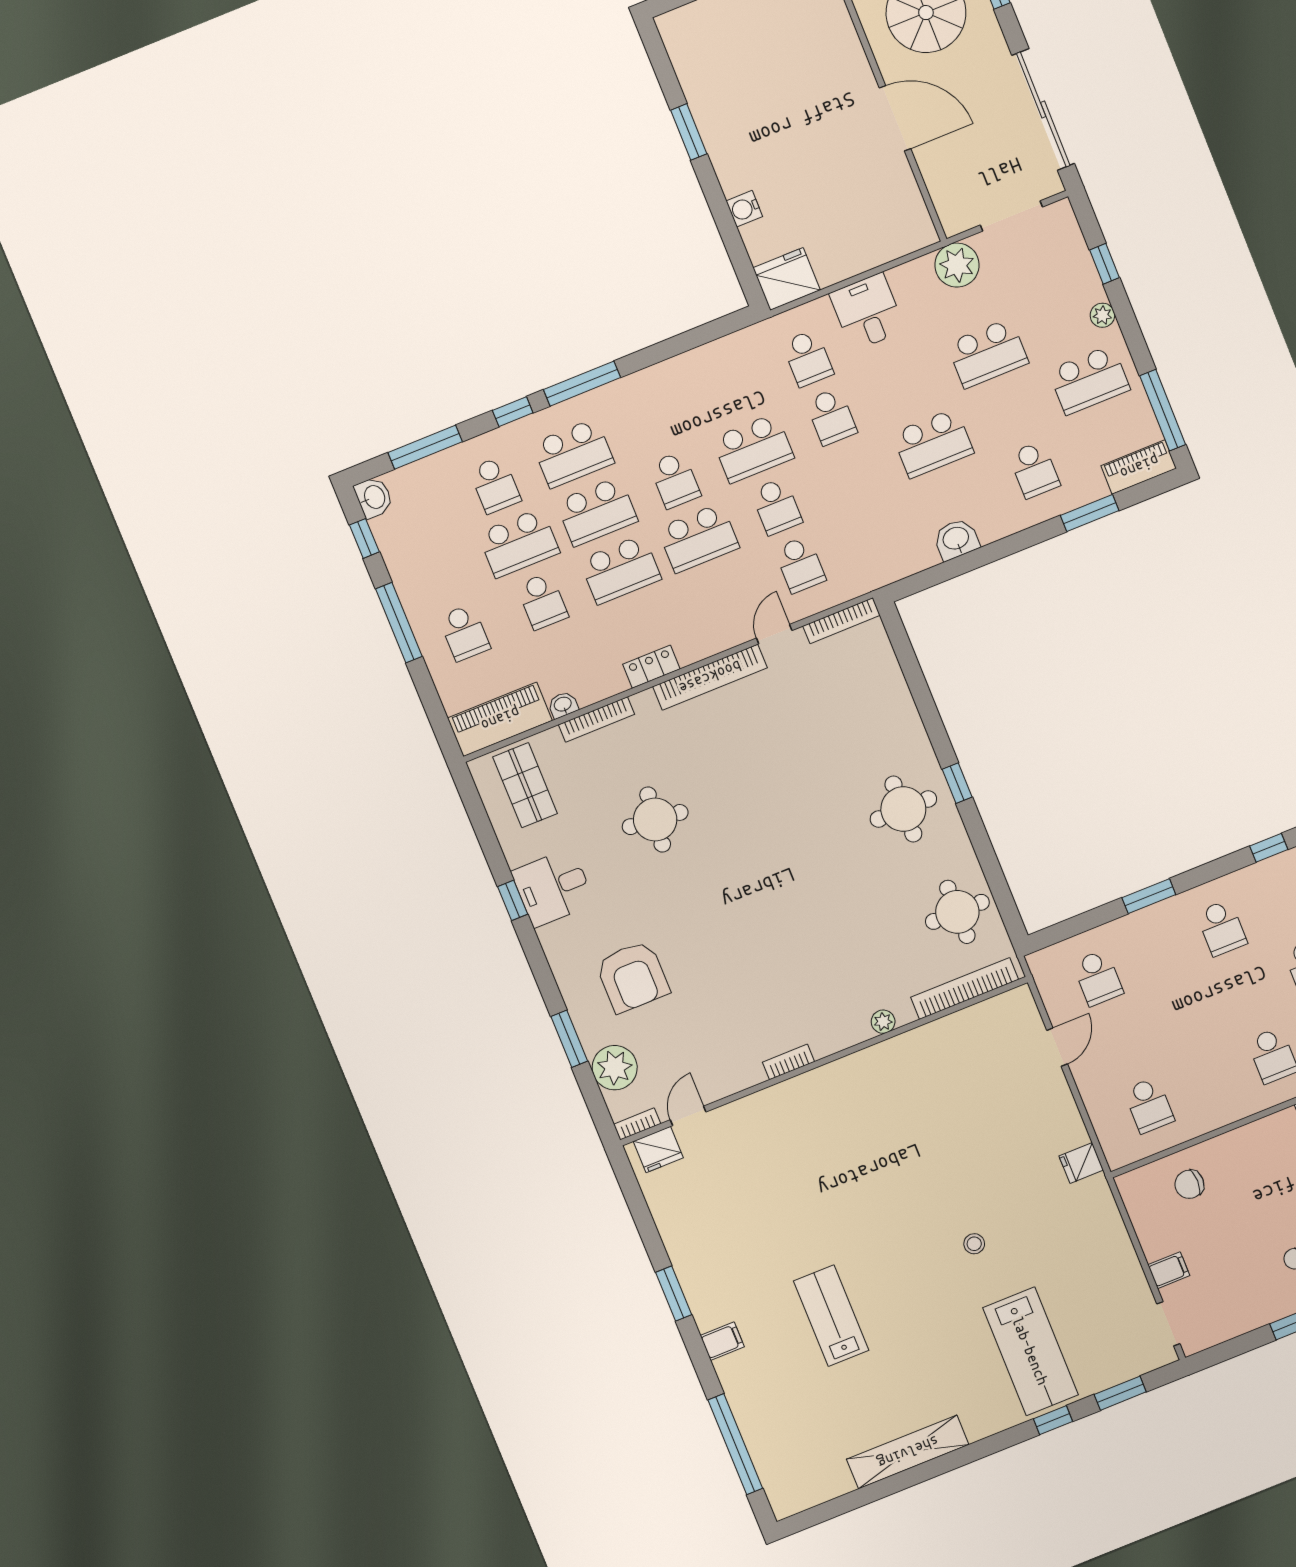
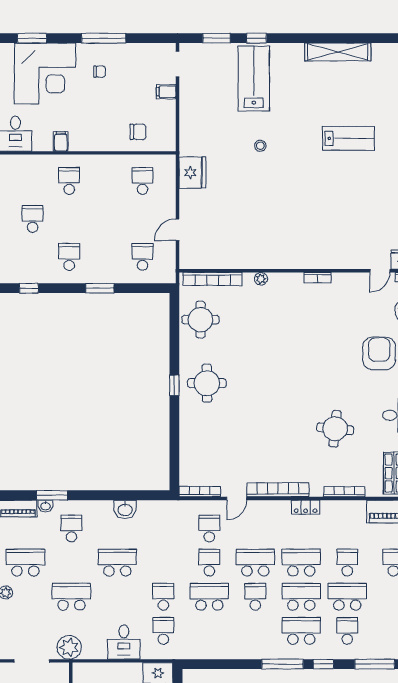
washbasin: (563, 705) -> (45, 506), moved
fridge: (1081, 1163) -> (192, 173), width x1.88, depth x1.34
lab bench: (831, 1316) -> (348, 138), turned -90

